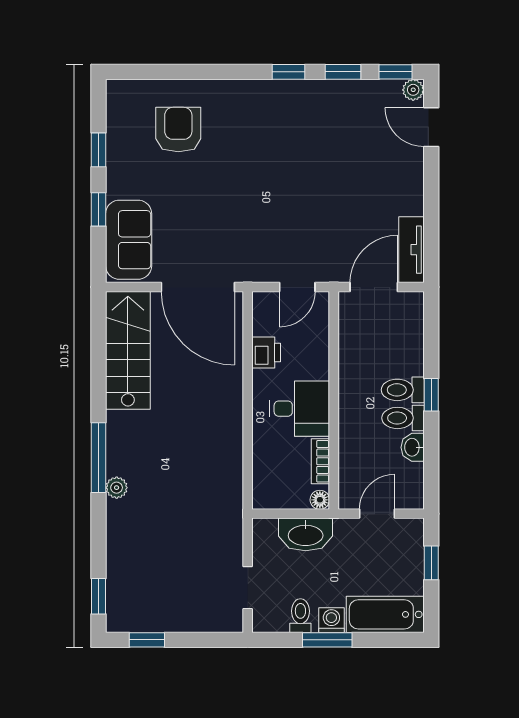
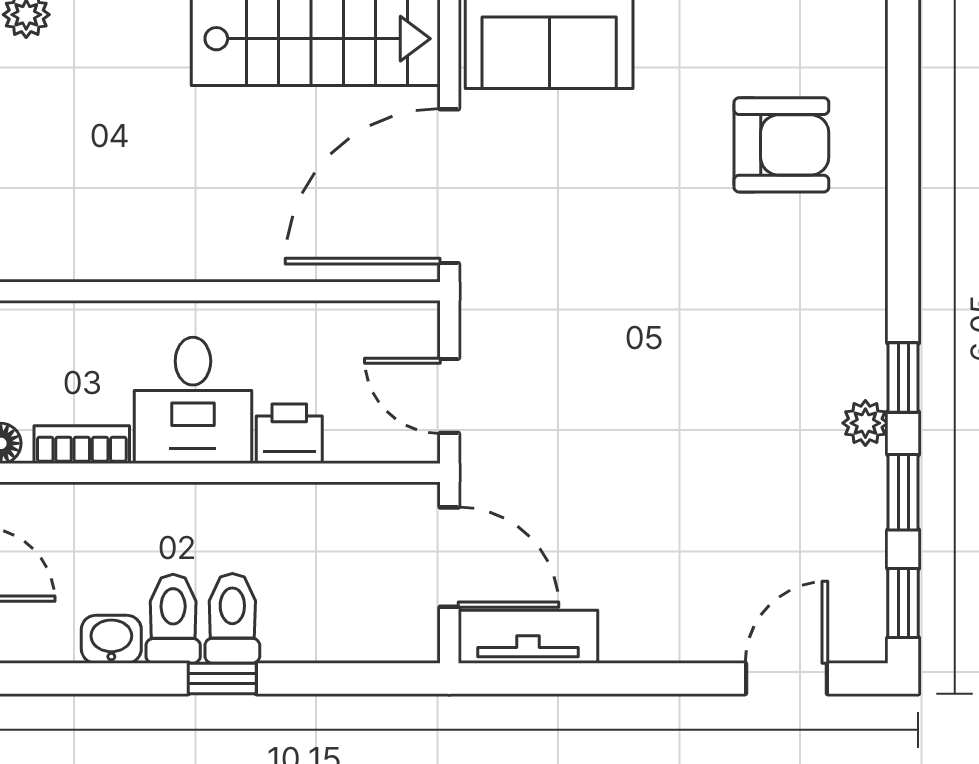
plant: (413, 90) -> (865, 423), moved
printer: (266, 352) -> (289, 434), moved, turned 180

